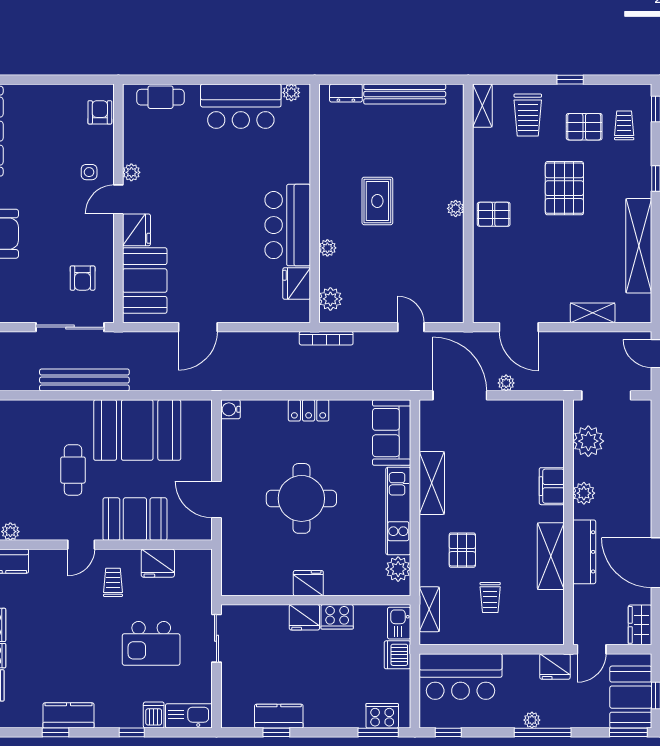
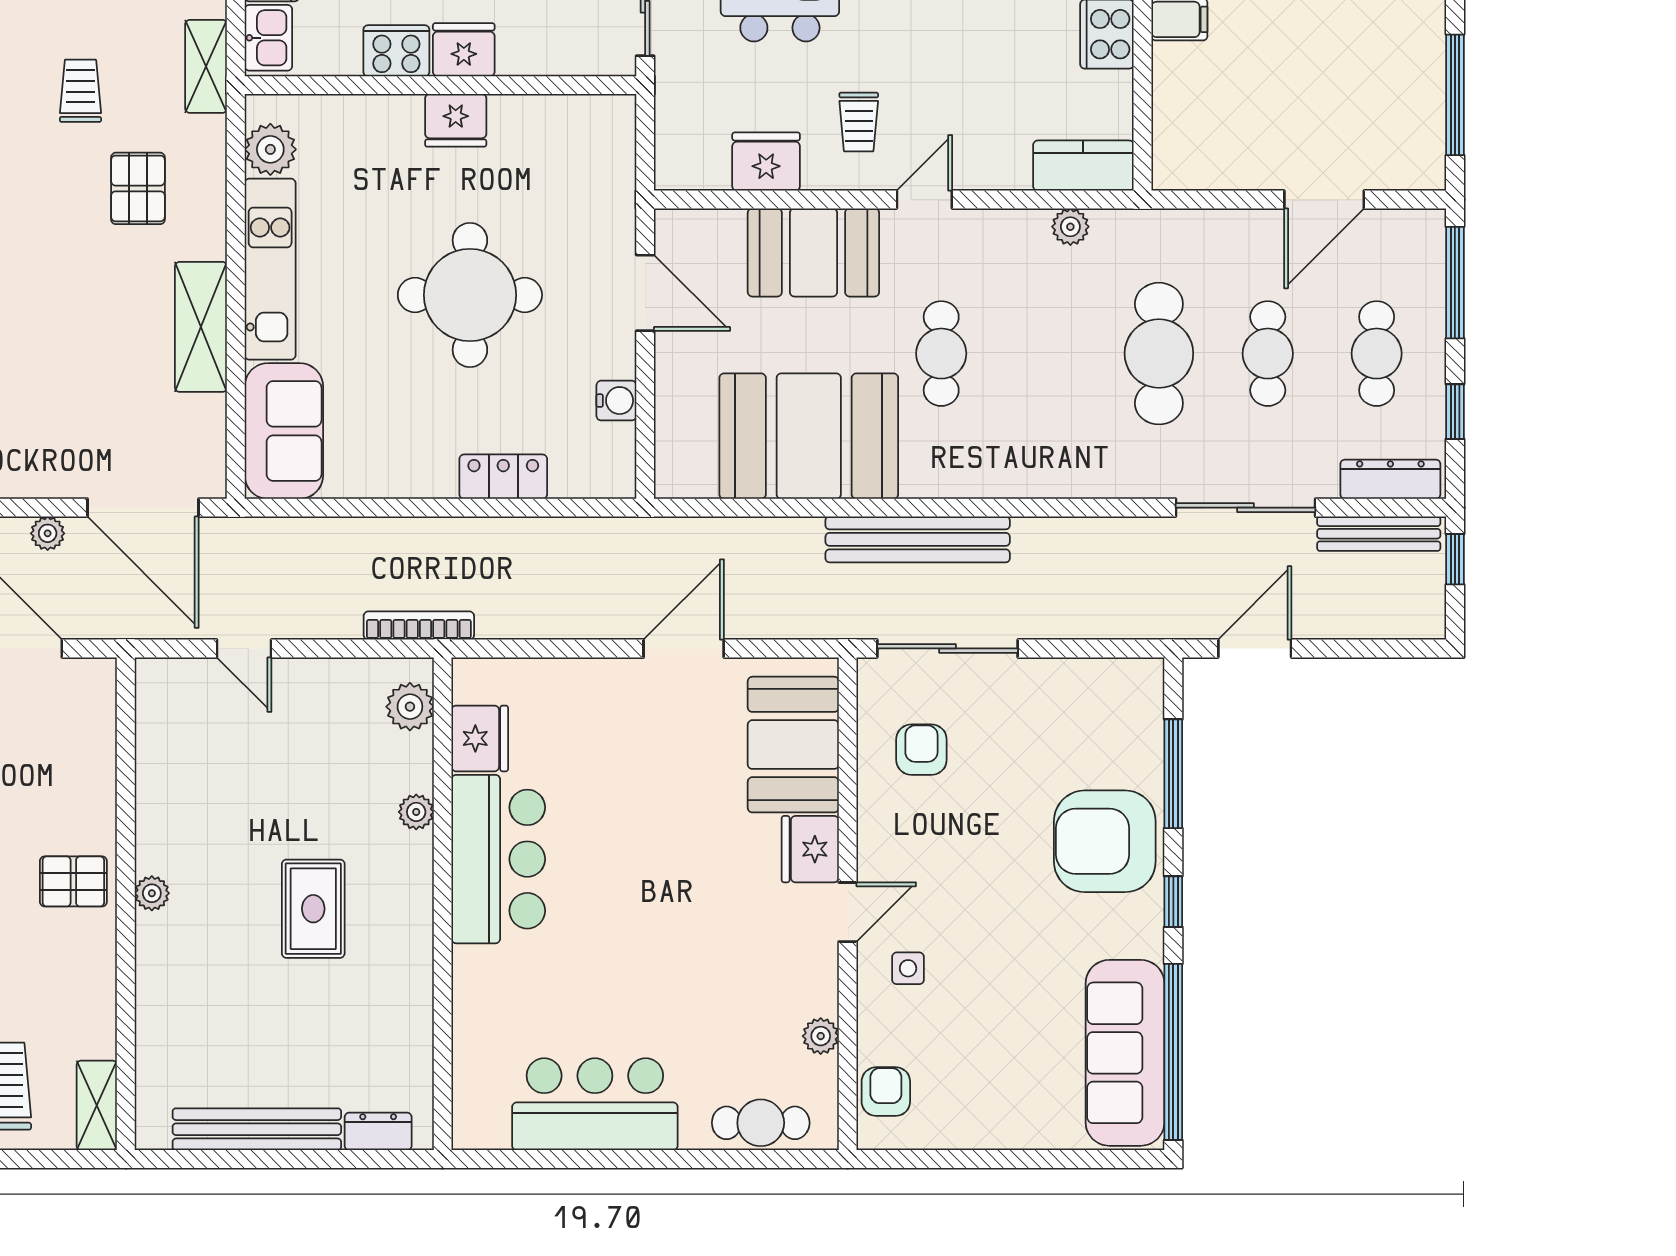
plant: (291, 93) -> (491, 1132), removed
armchair: (100, 112) -> (886, 1092), turned 180
plant: (131, 172) -> (821, 1036), moved
water cooler: (230, 409) -> (616, 401), moved
locker: (309, 410) -> (503, 477), moved

